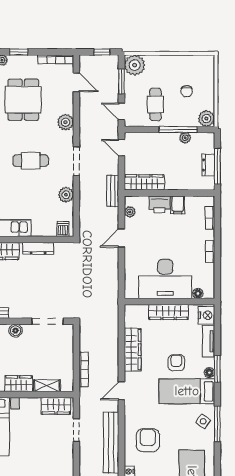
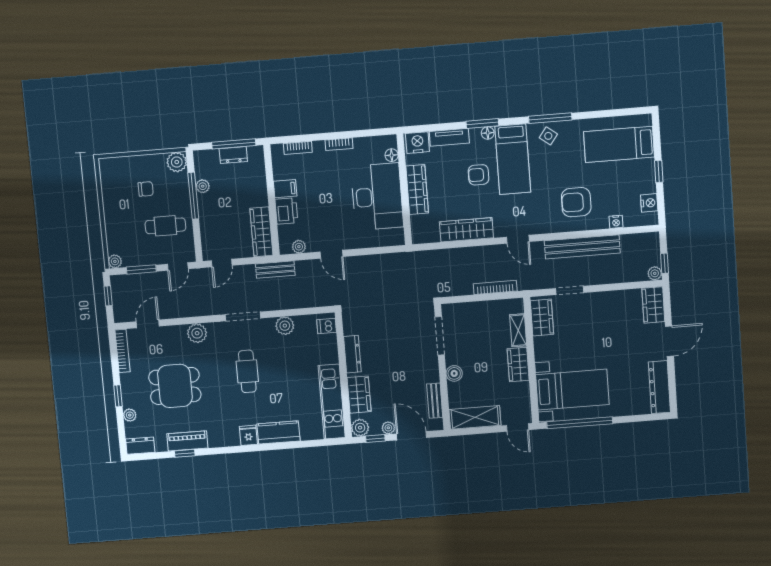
plant: (135, 65) -> (115, 261), width x0.53, depth x0.53

